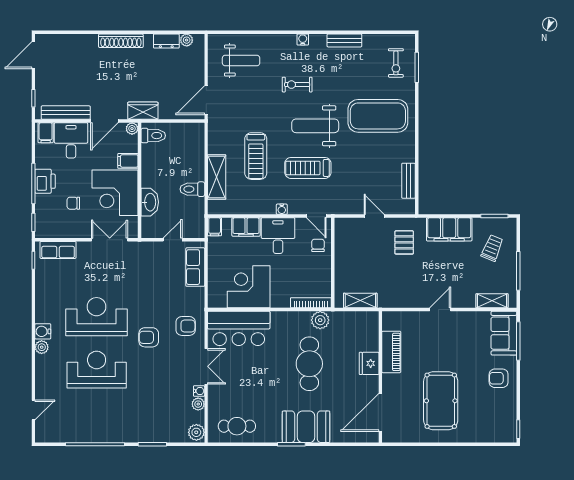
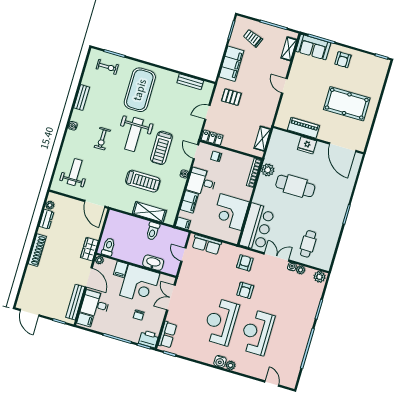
printer: (45, 181) -> (149, 339), moved
door: (316, 216) -> (196, 152), swing flipped
locker: (342, 232) -> (212, 138), added
cafe table: (237, 426) -> (308, 244), moved
booth: (306, 427) -> (338, 201), removed

